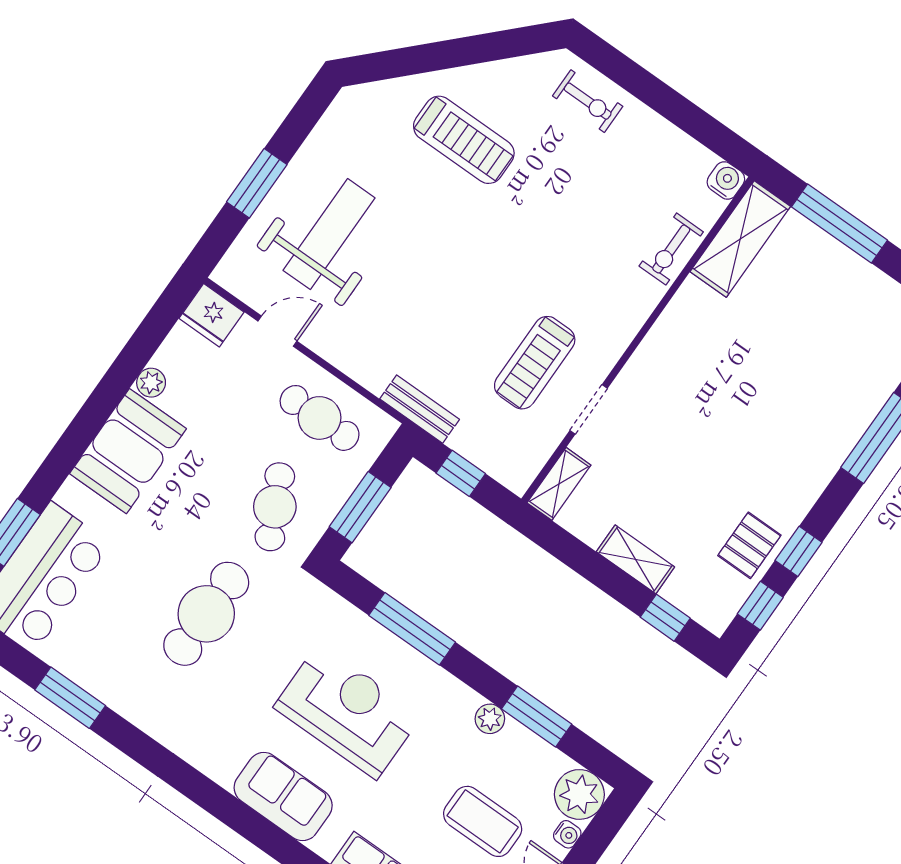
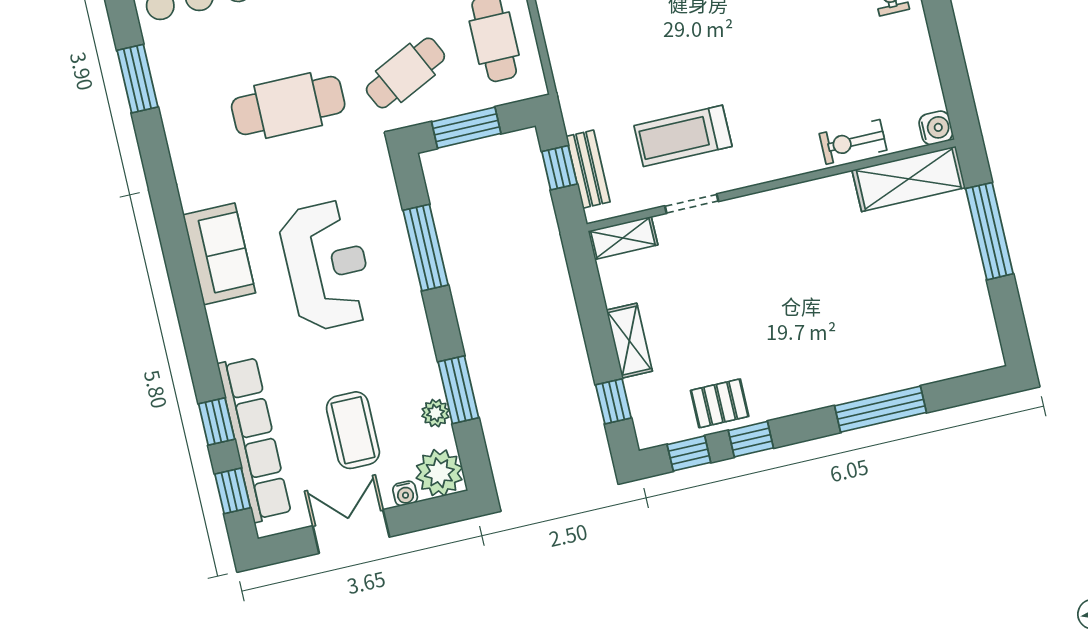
bench: (420, 409) -> (588, 169), moved
plant: (490, 719) -> (436, 413), moved
sofa: (283, 797) -> (219, 254), moved

